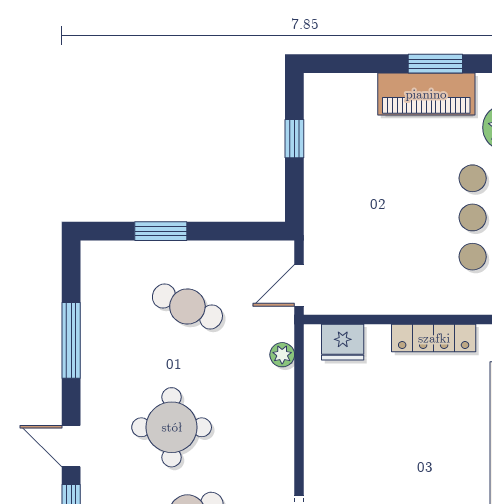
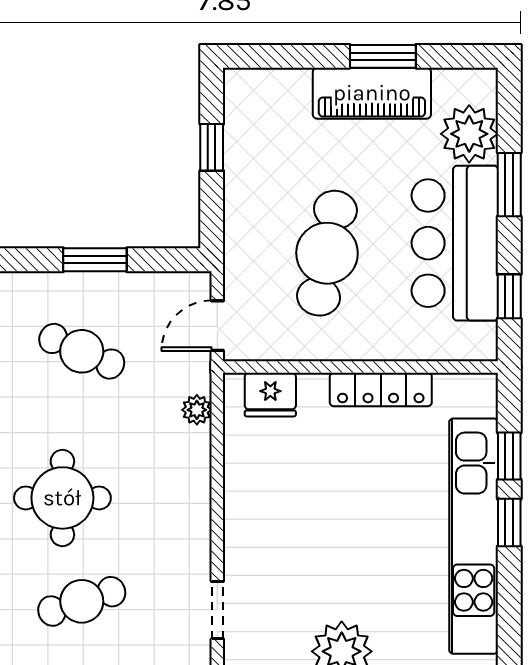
cafe table: (389, 226) -> (327, 253), added
window: (161, 231) -> (95, 260), moved

